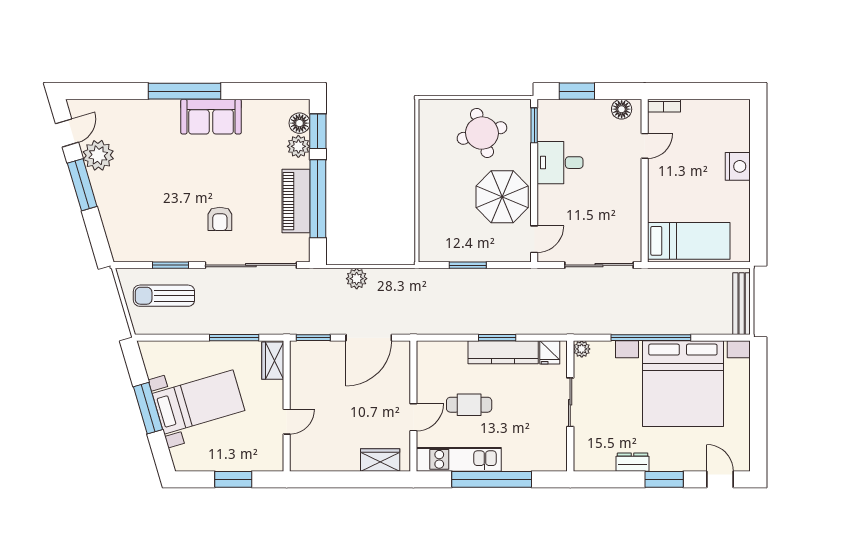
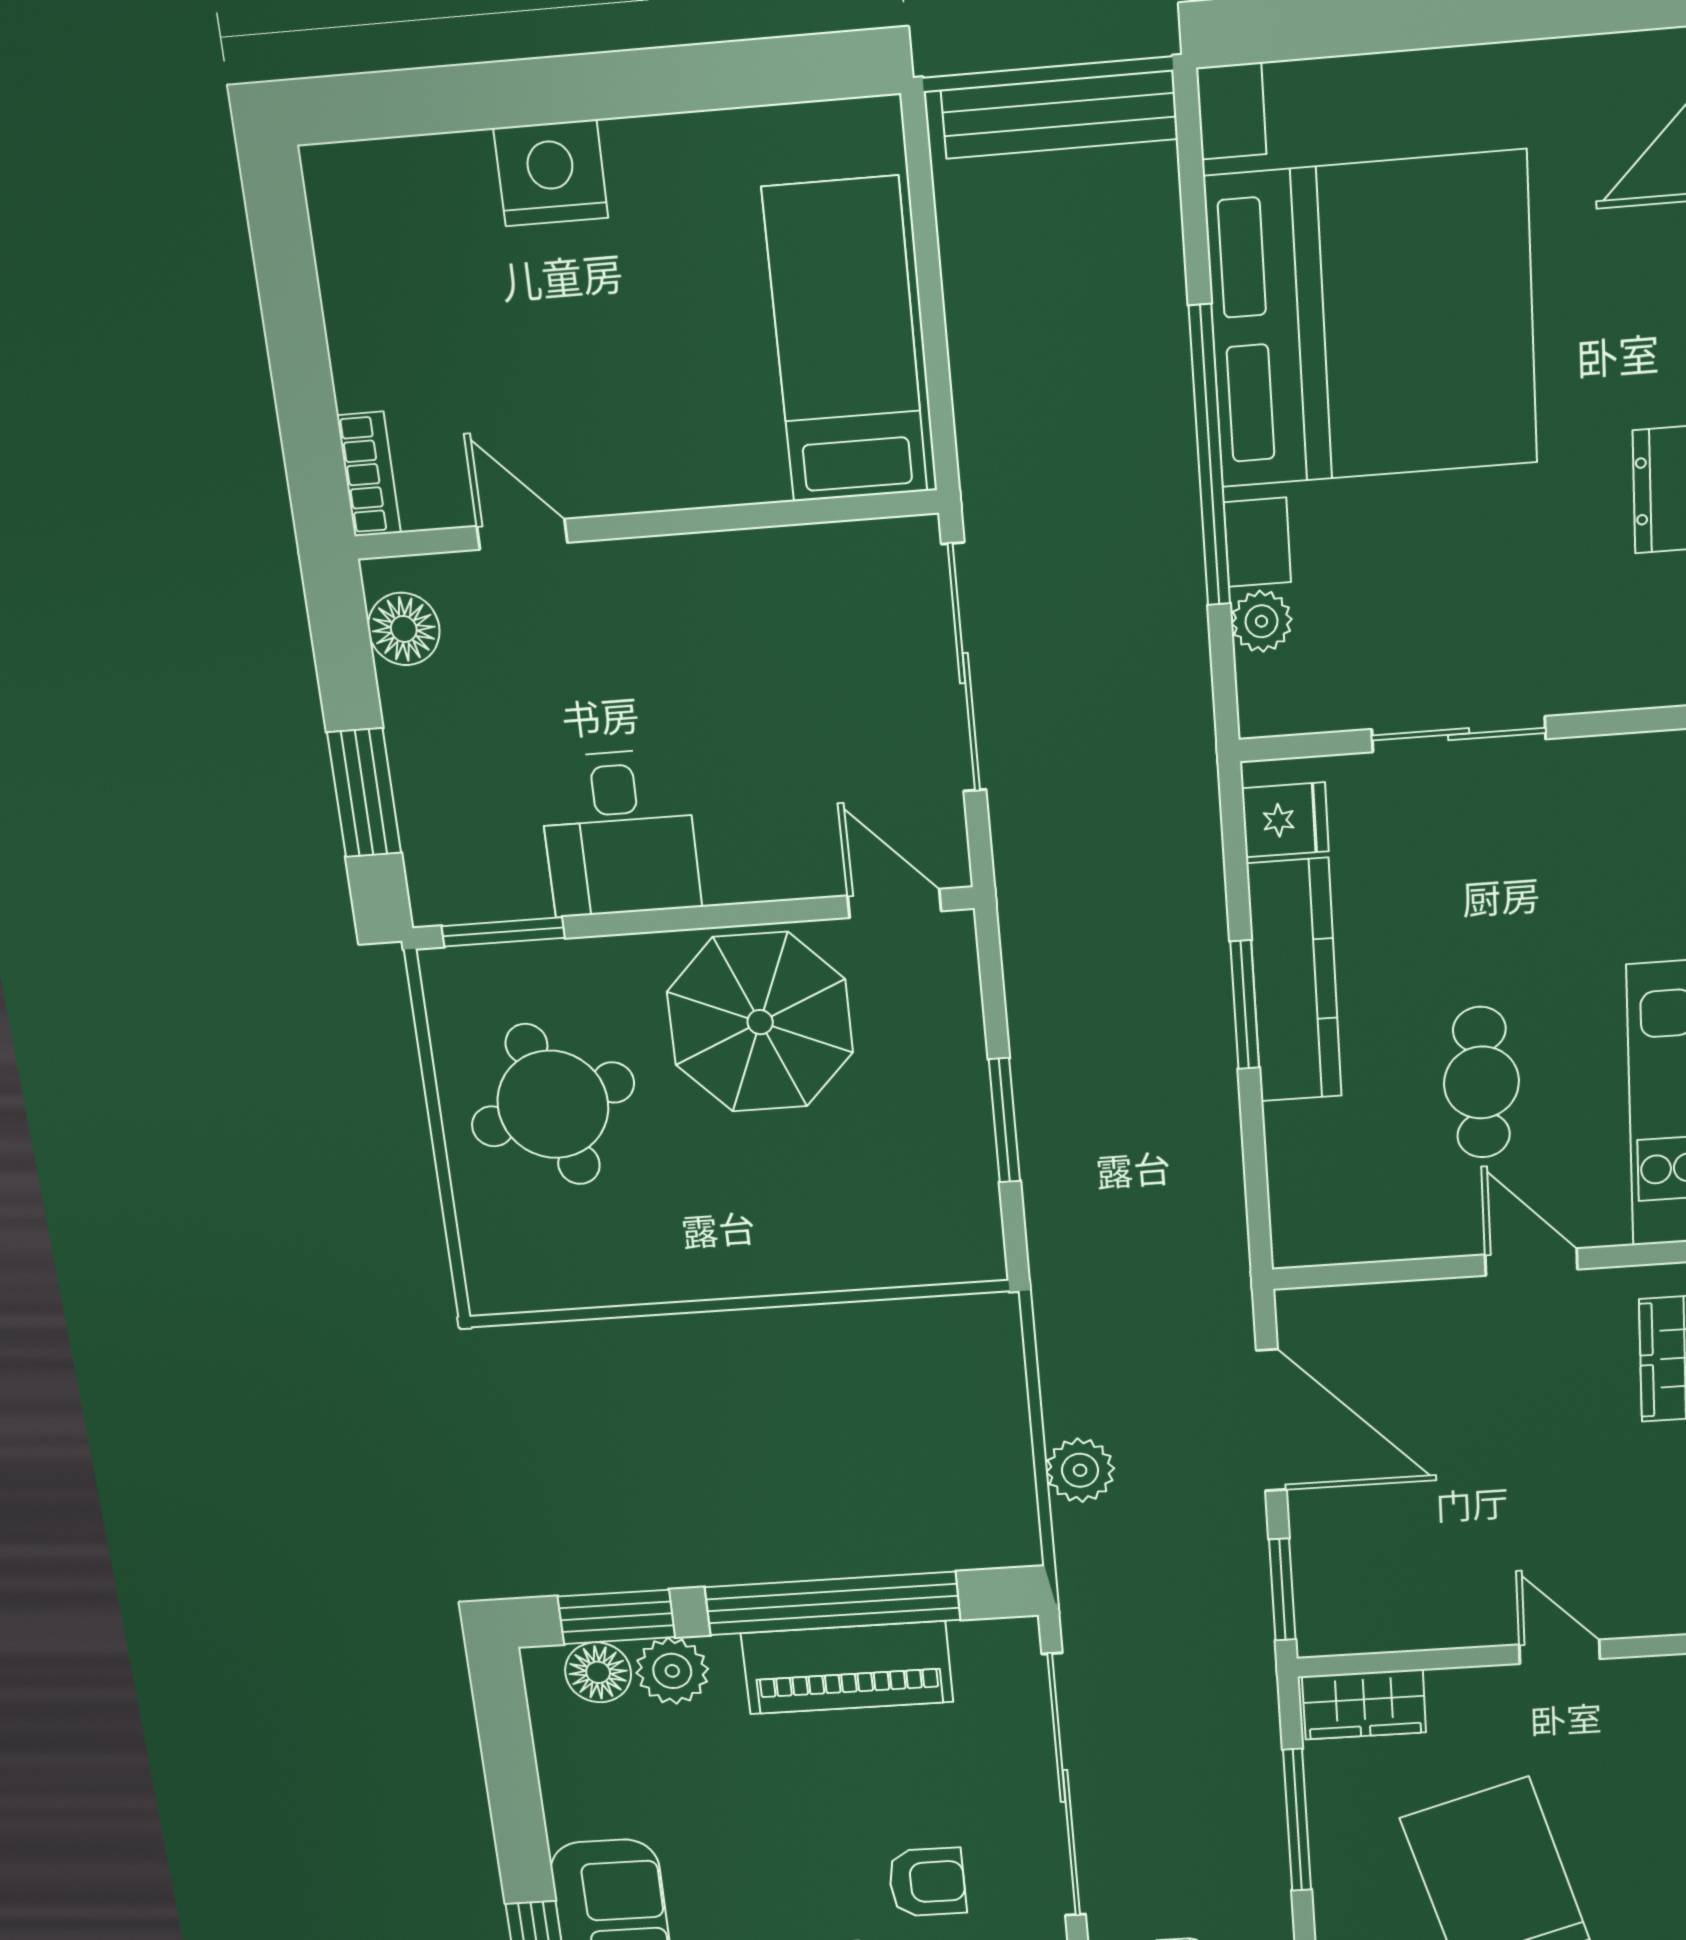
plant: (582, 349) -> (1261, 621), moved

